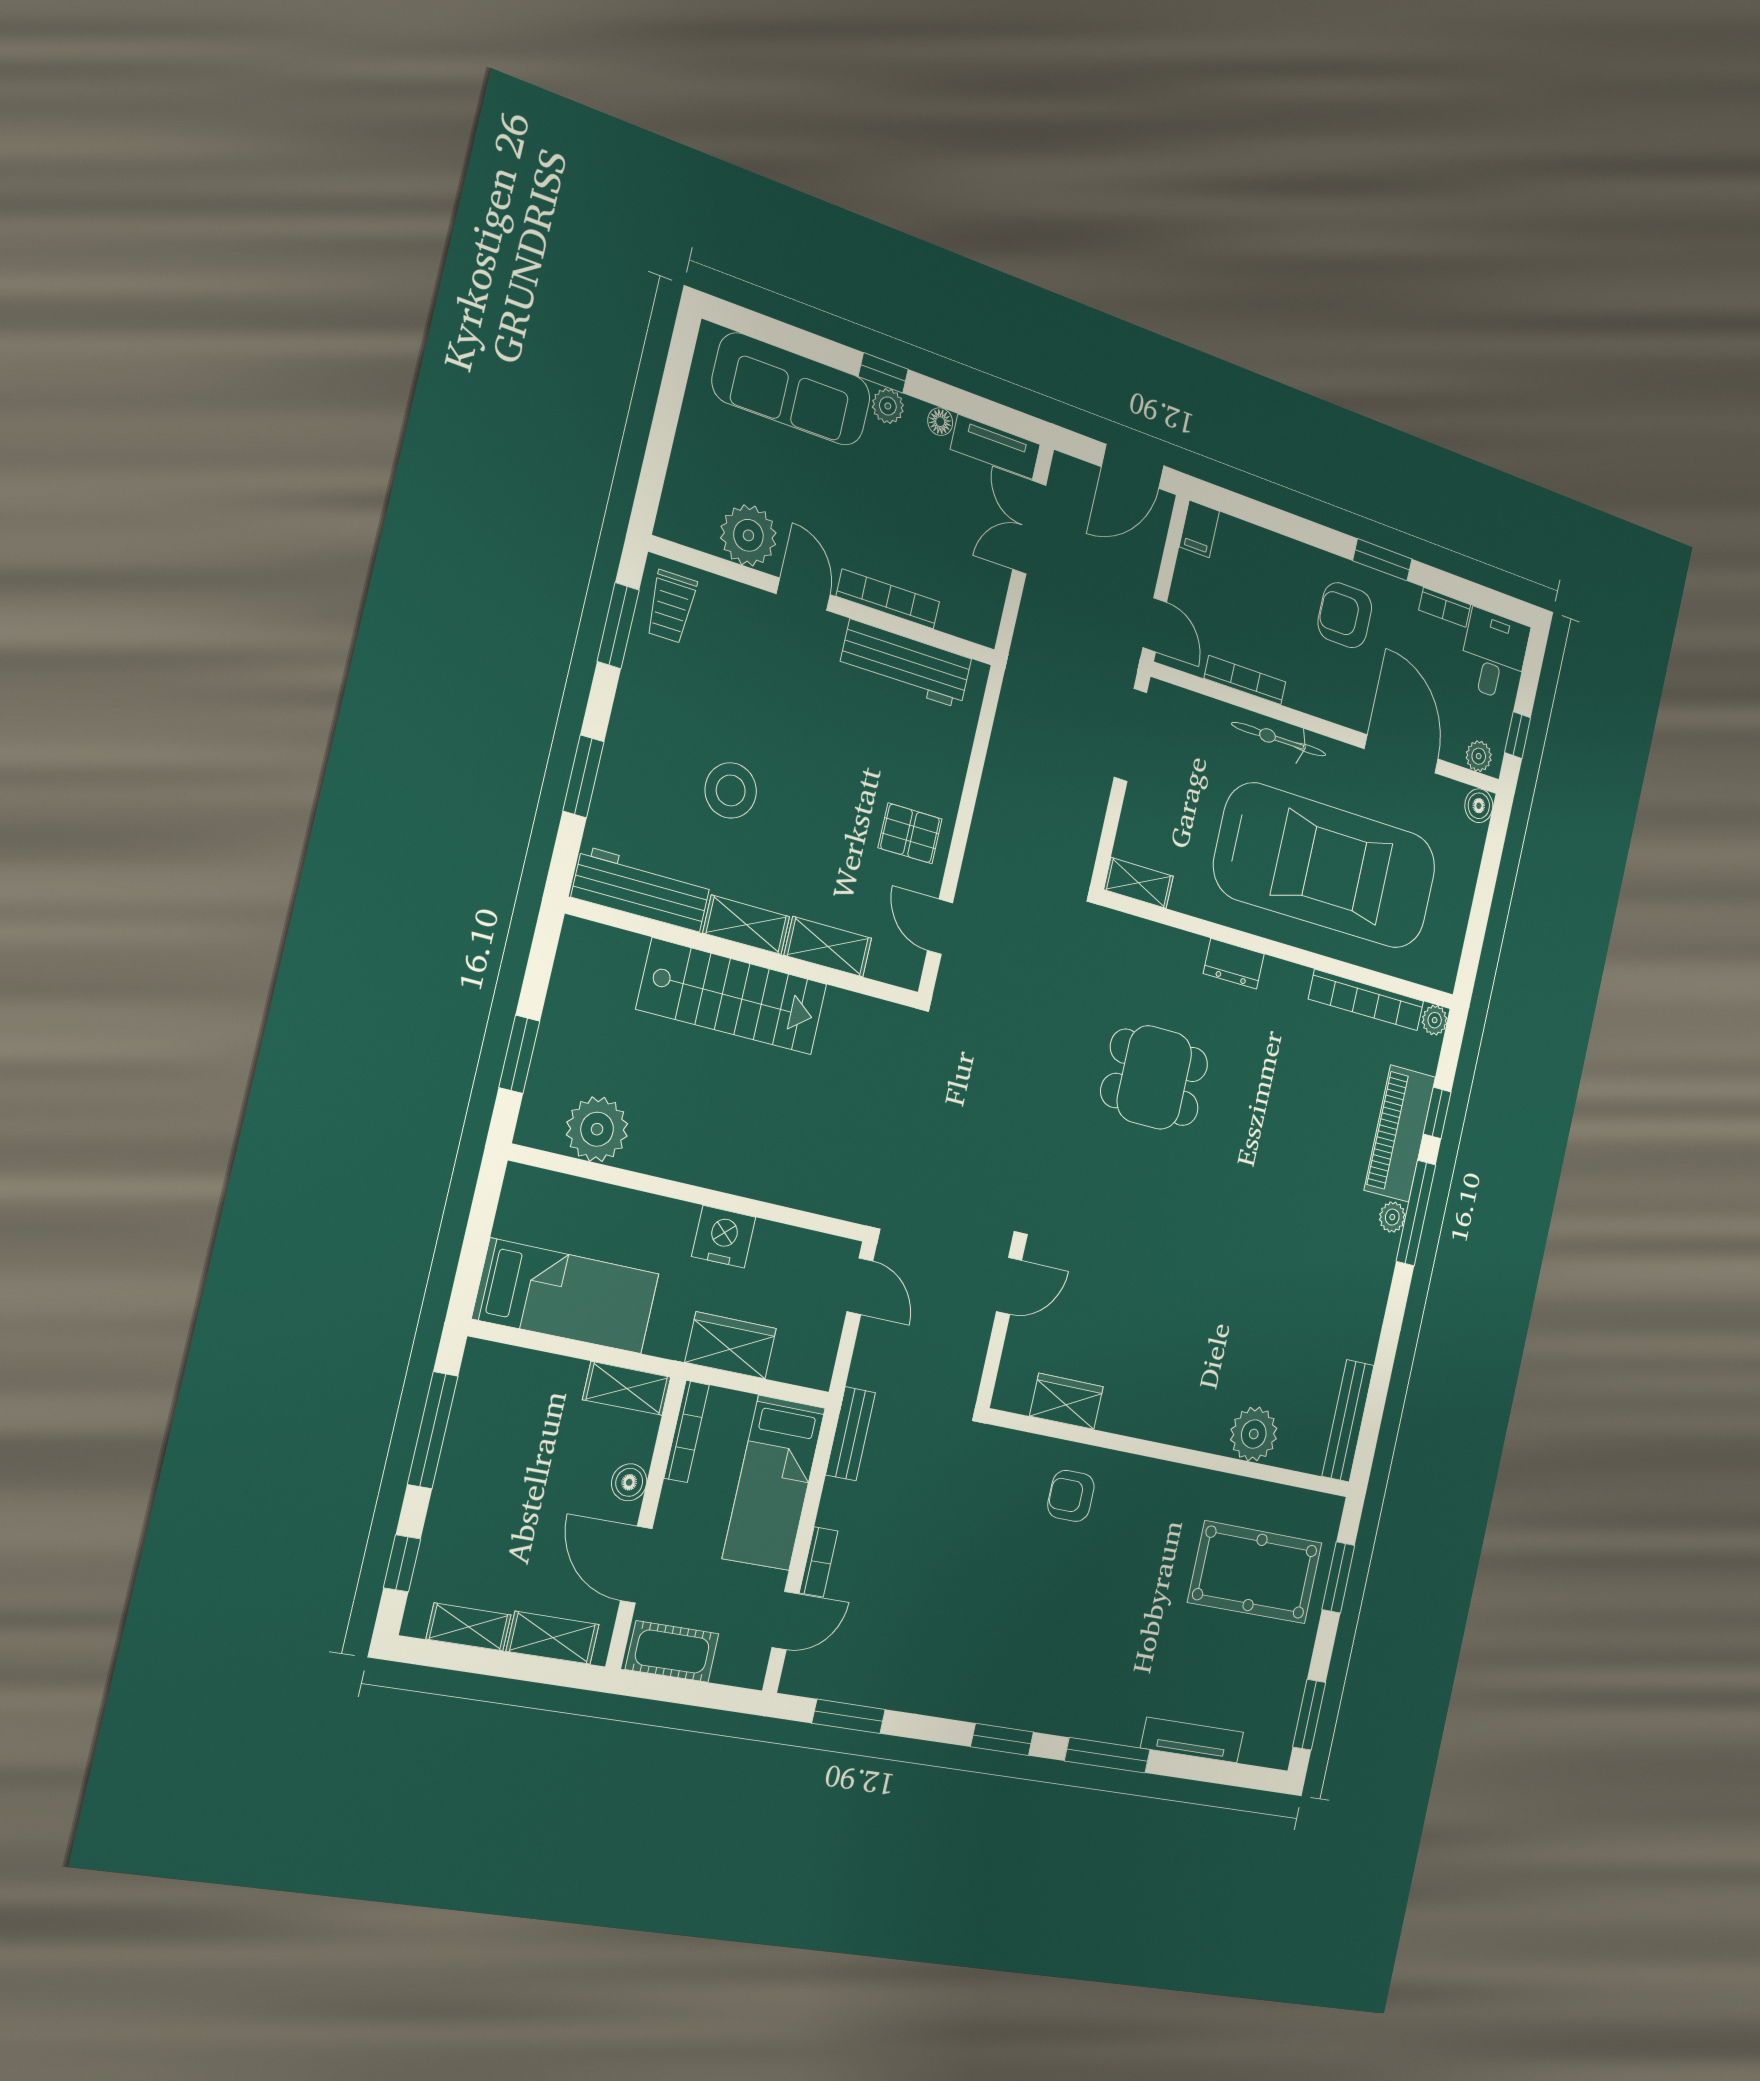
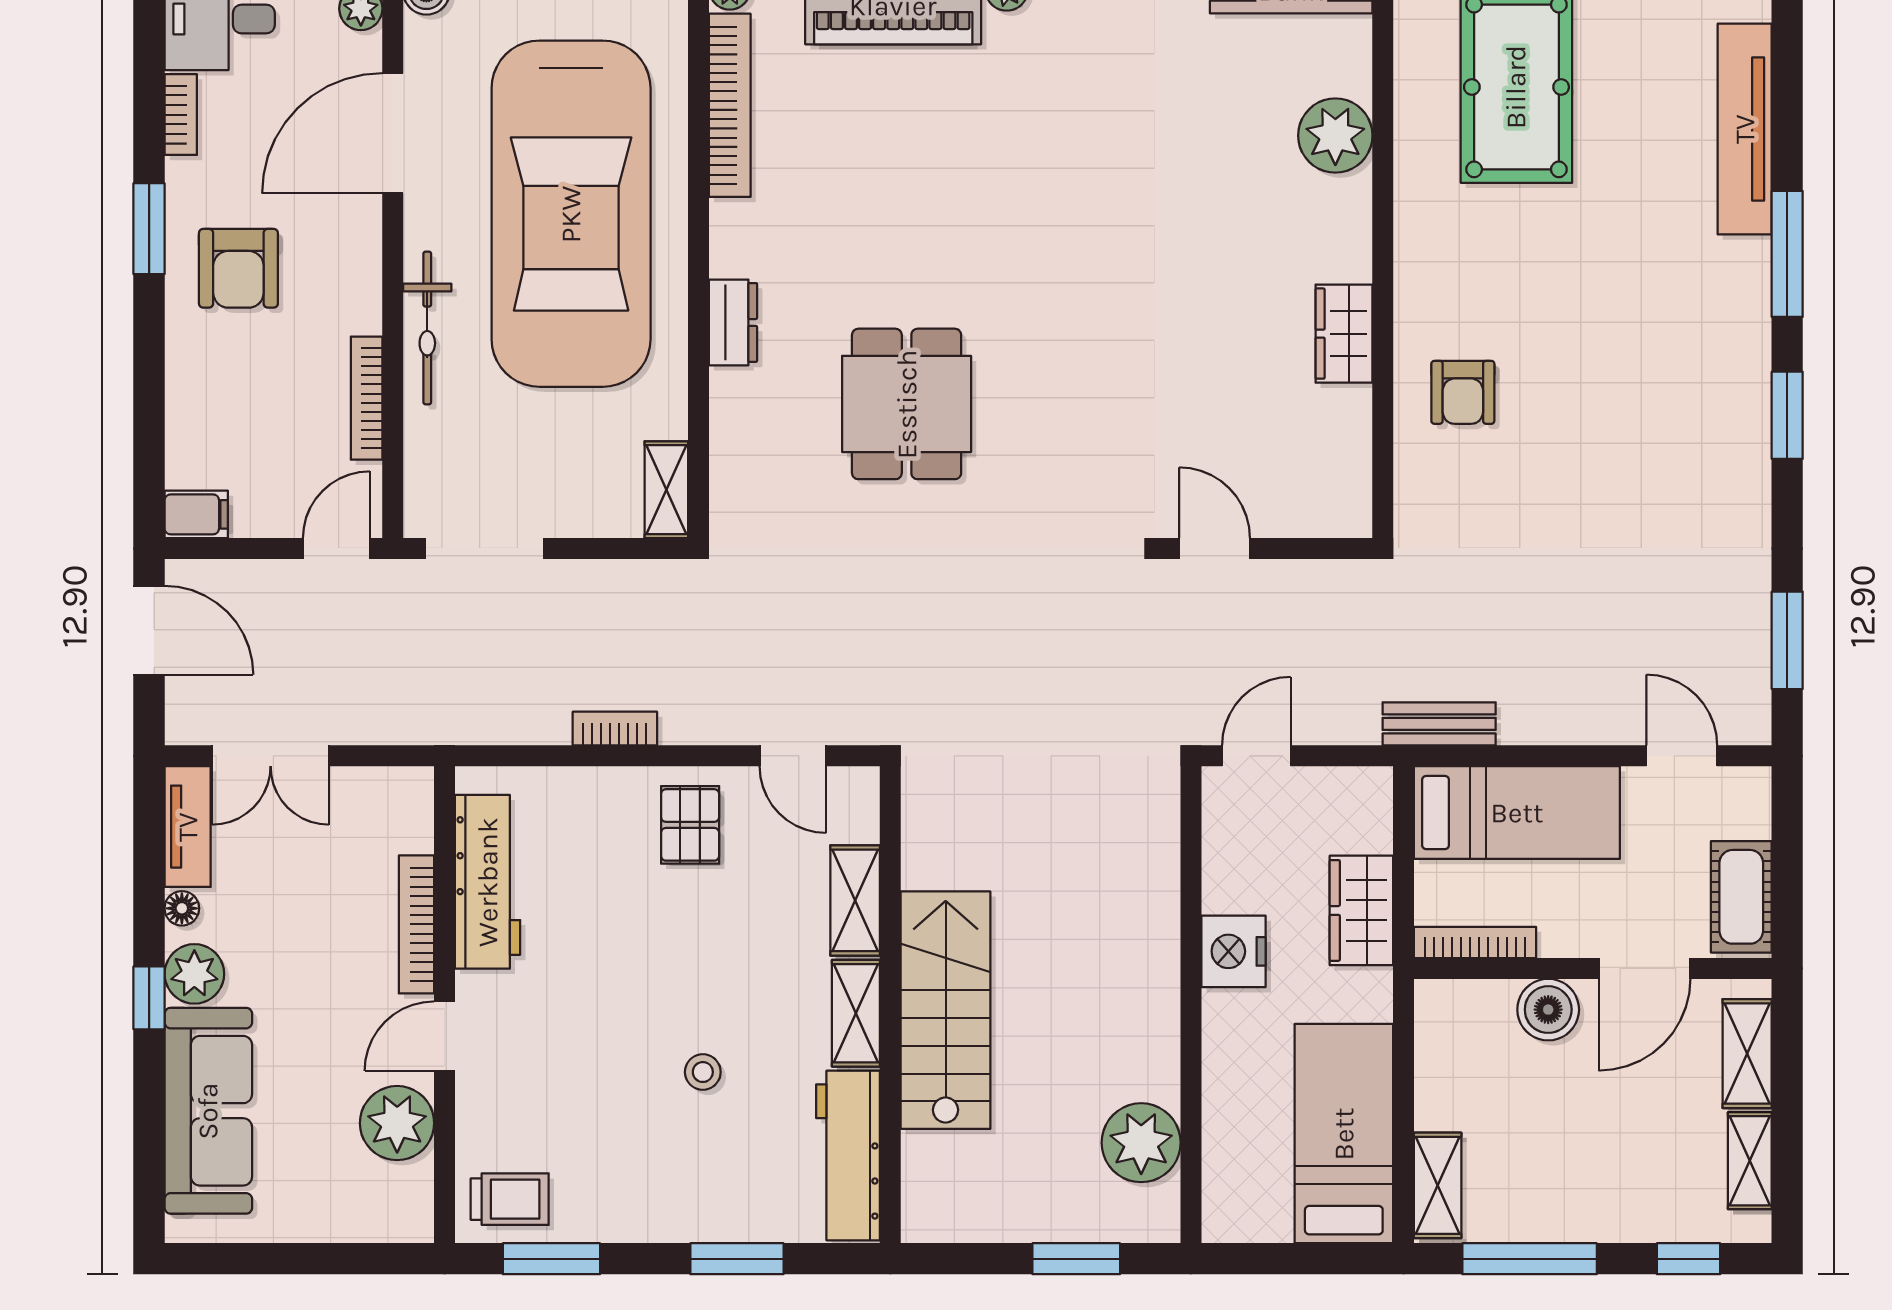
plant: (888, 406) -> (194, 974), width x1.38, depth x1.38
stool: (731, 790) -> (703, 1072), width x0.53, depth x0.53
car: (1326, 866) -> (571, 214), turned 180
door: (940, 927) -> (793, 756), hinge flipped
shelving: (627, 1388) -> (1438, 1185), moved
wardrobe: (1066, 1401) -> (1344, 334), moved
boiler: (629, 1482) -> (1548, 1010), width x1.36, depth x1.36
bookcase: (819, 1562) -> (615, 729), moved
tv unit: (1192, 1740) -> (1745, 129), width x1.36, depth x1.29

